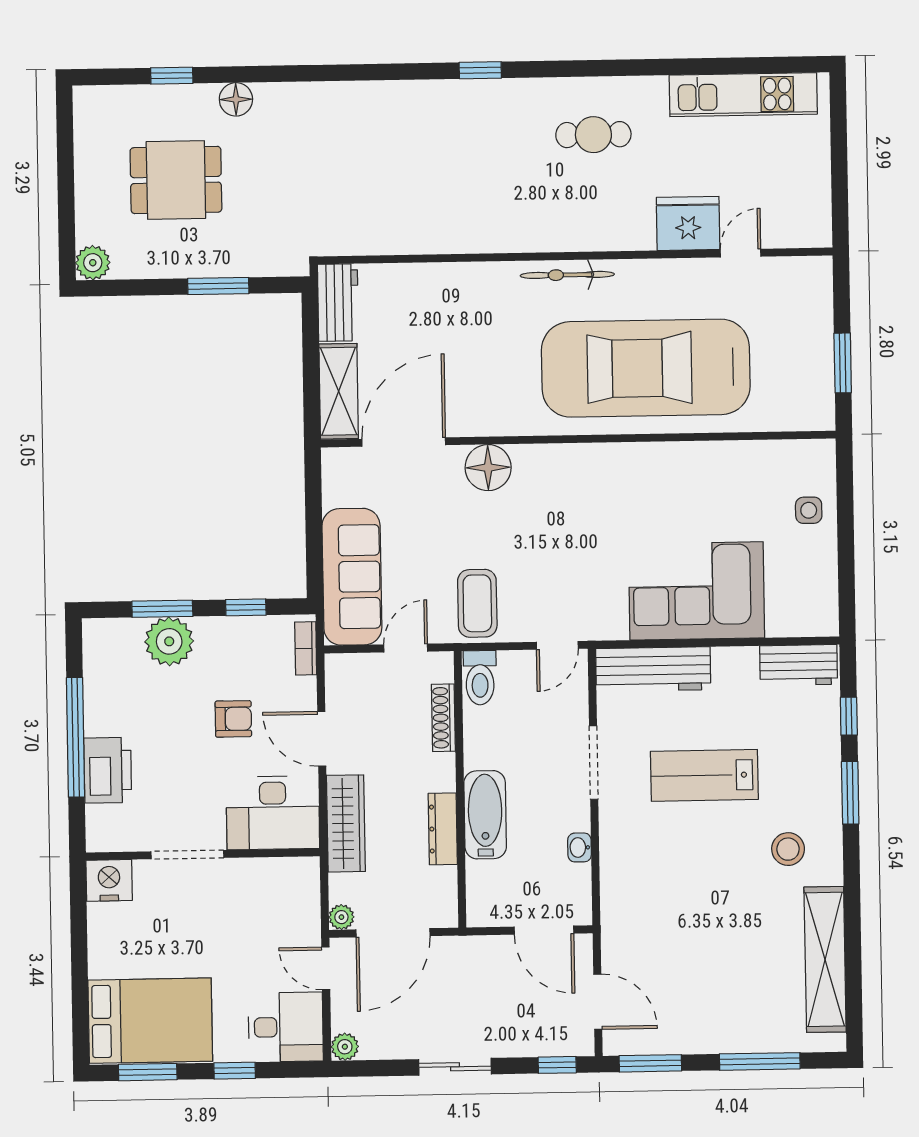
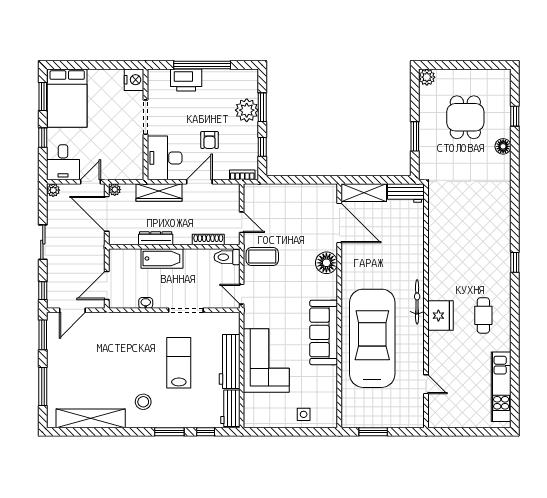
fridge: (688, 223) -> (440, 316), moved
sofa: (352, 577) -> (324, 332), moved, turned 90
workbench: (653, 669) -> (230, 362), moved

